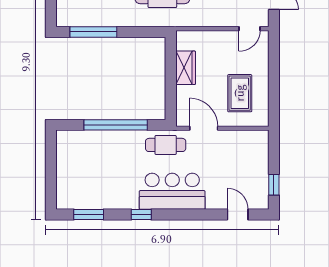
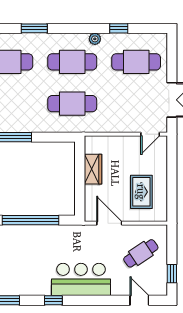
cafe table: (166, 145) -> (141, 253), moved, turned -34

